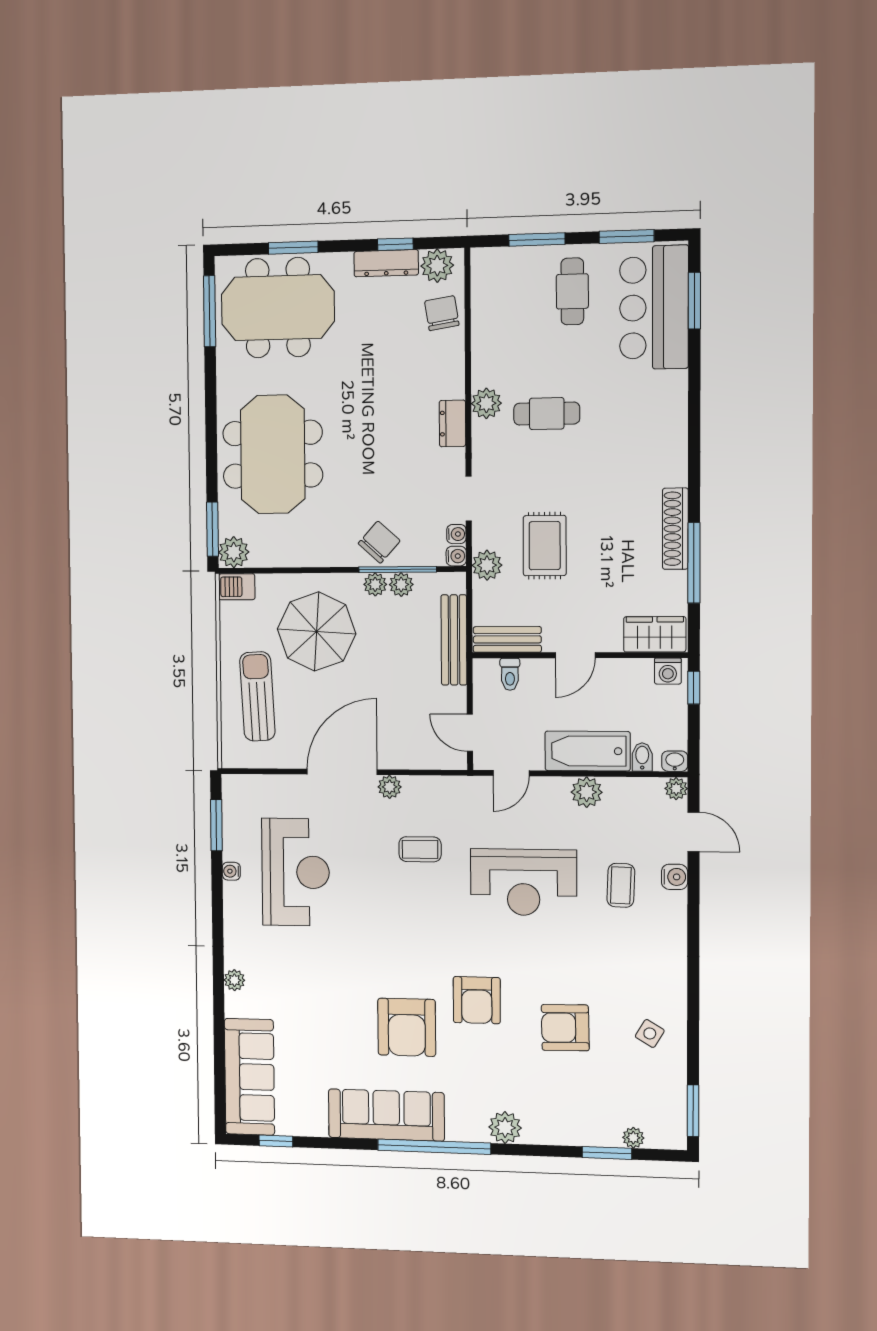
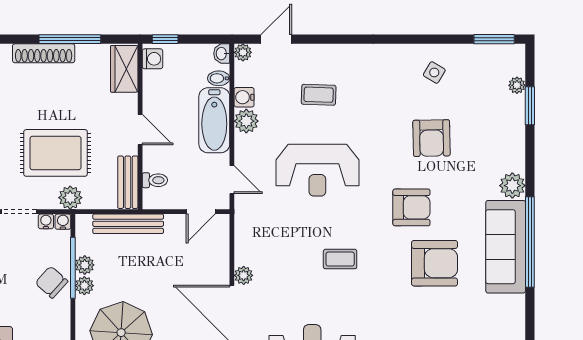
rug: (545, 546) -> (56, 153), width x1.36, depth x1.43
coffee table: (420, 849) -> (340, 259), moved, turned 90
water cooler: (675, 877) -> (244, 97), moved, turned -90
reception desk: (524, 882) -> (317, 170), turned 90
sofa: (386, 1115) -> (506, 247), moved

